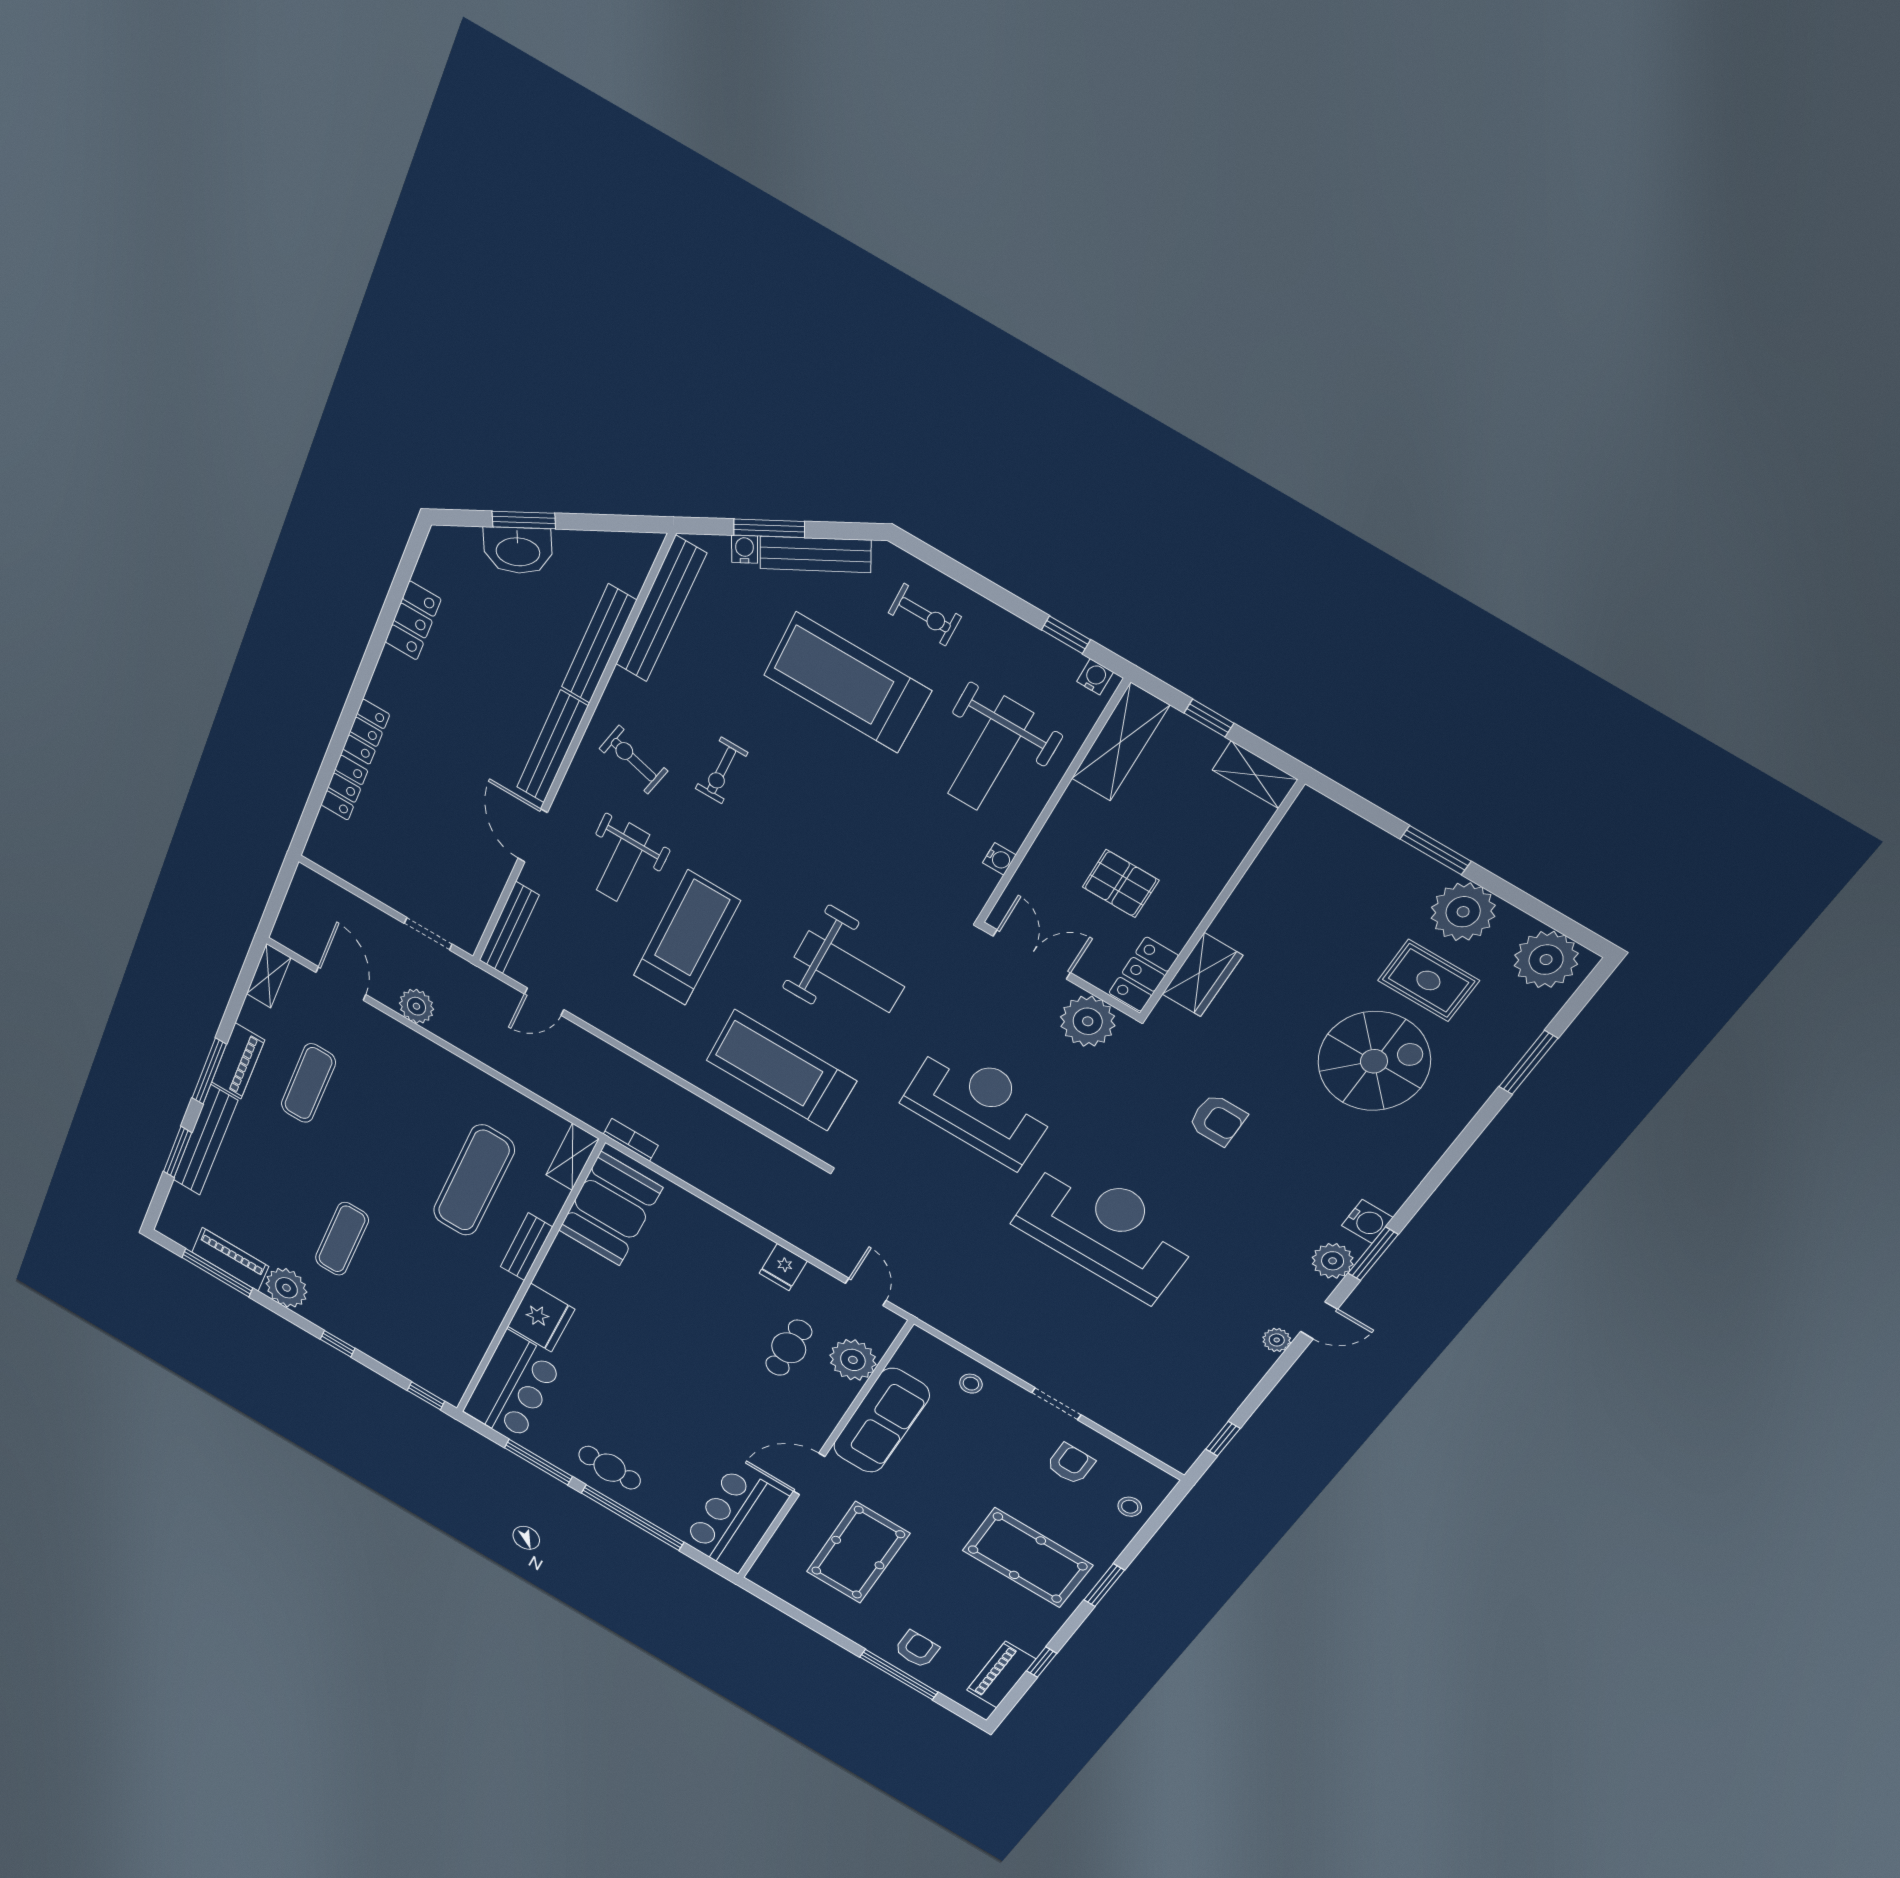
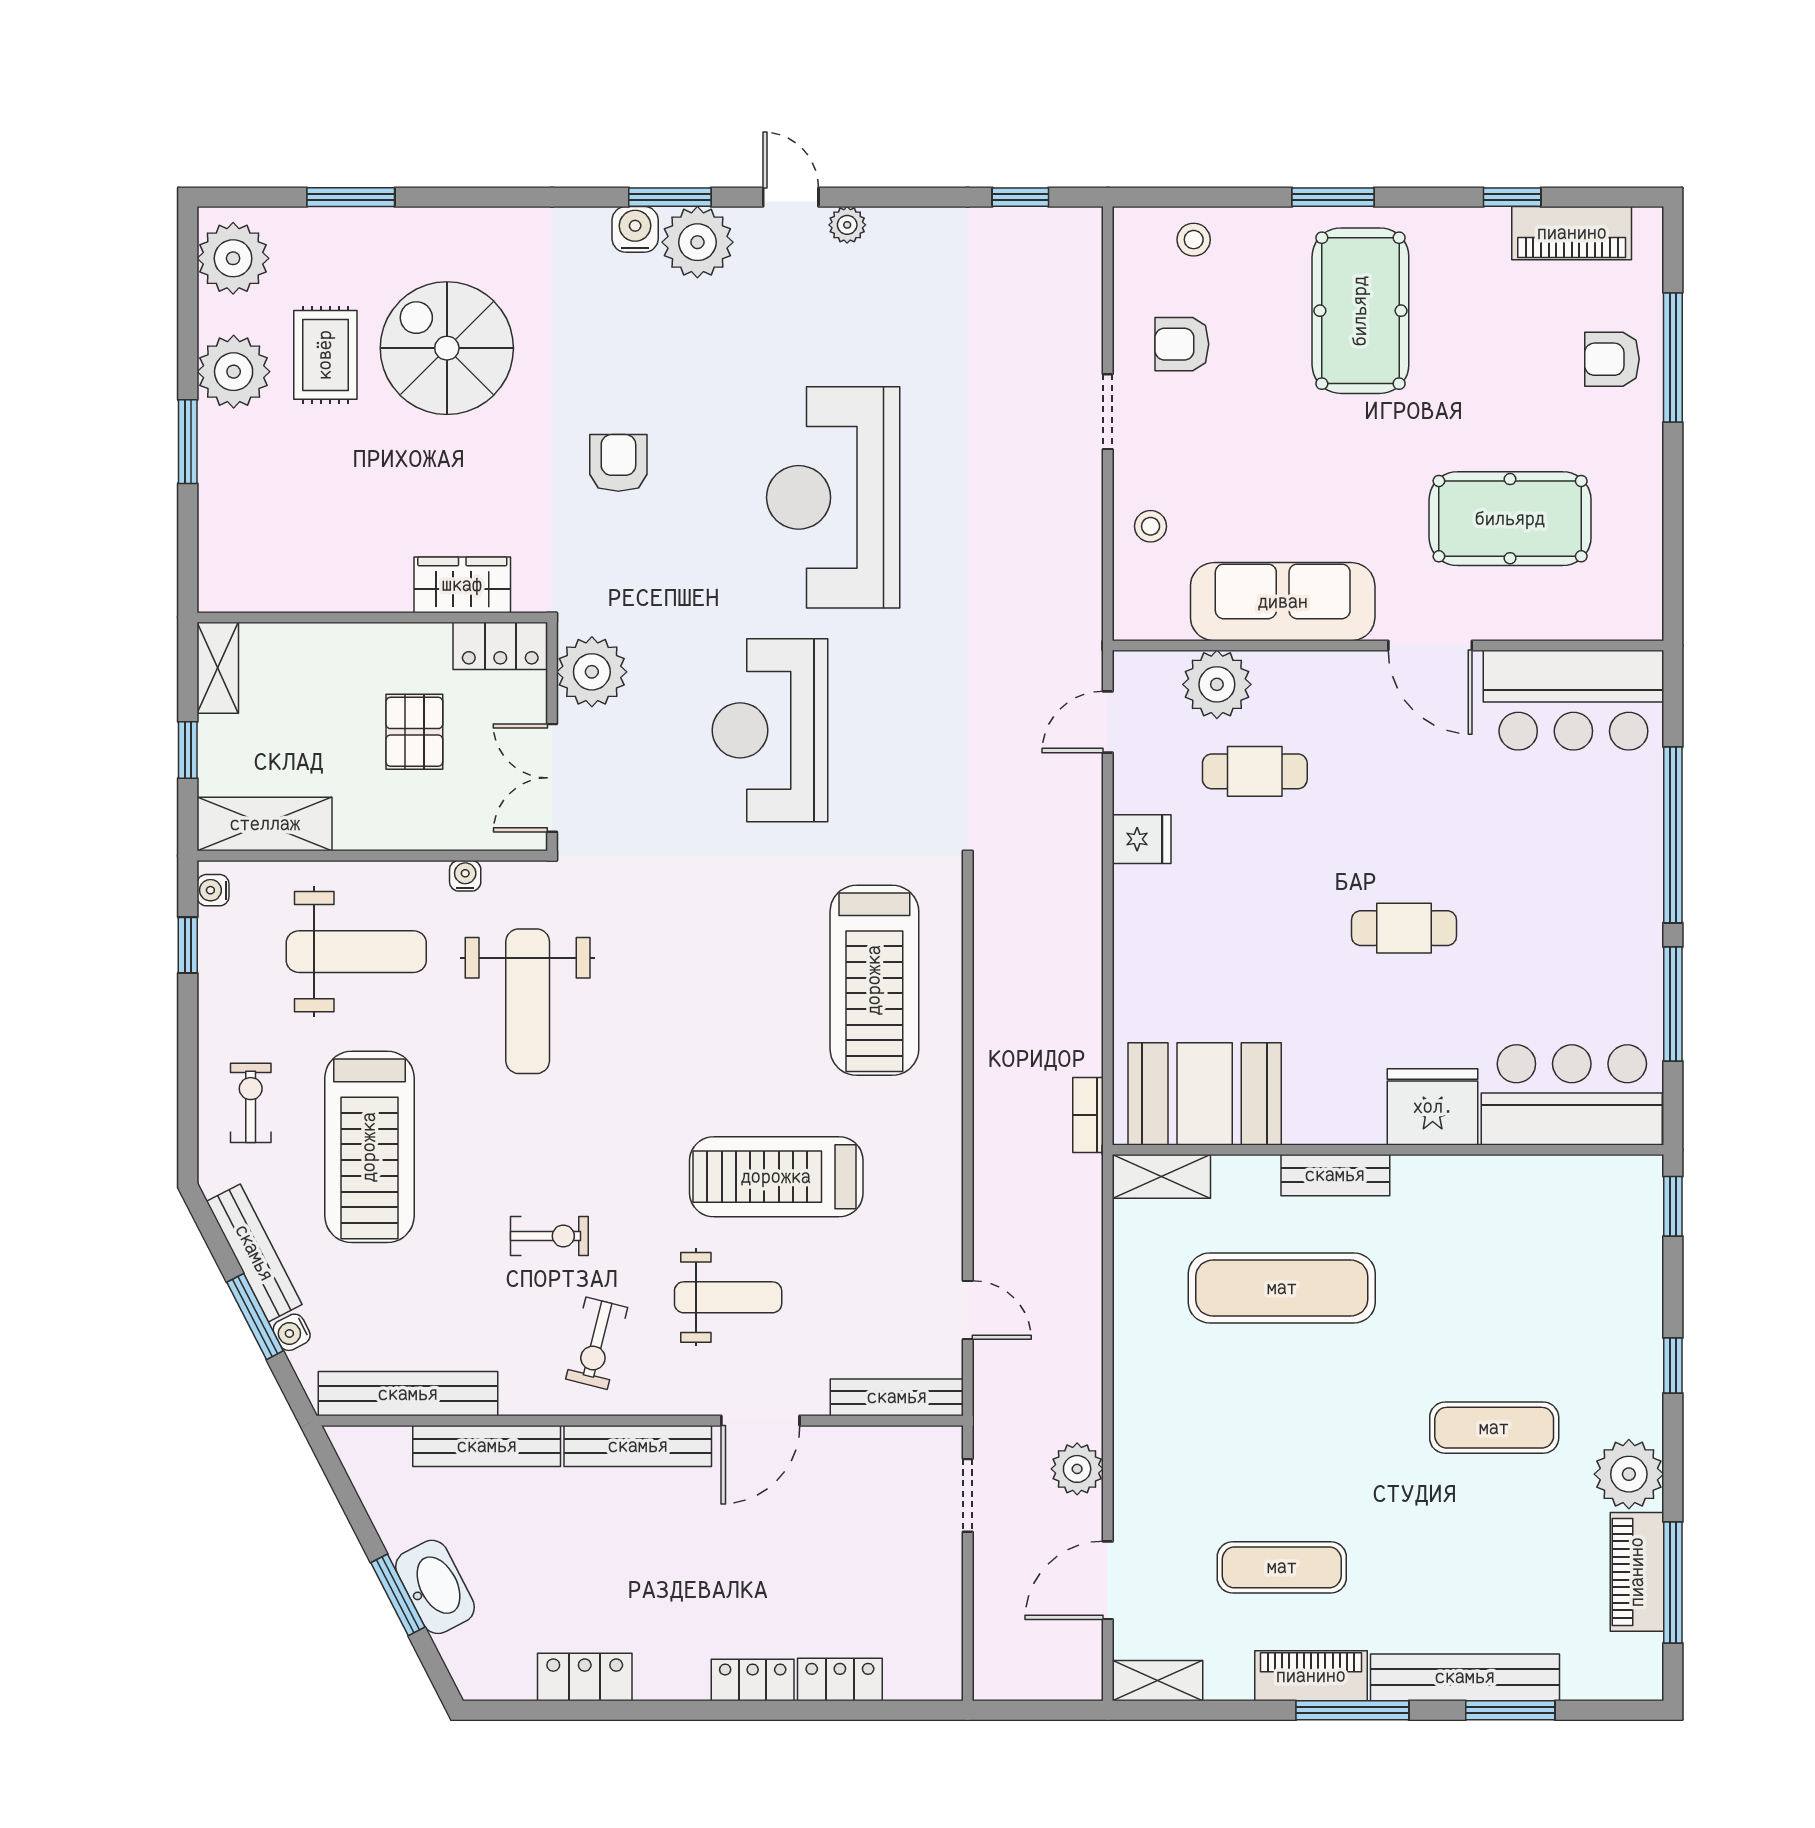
weight bench: (849, 972) -> (528, 1001), moved, turned 180
plant: (1333, 1261) -> (697, 242), width x1.36, depth x1.36
cafe table: (610, 1468) -> (1404, 928), moved, turned 90

